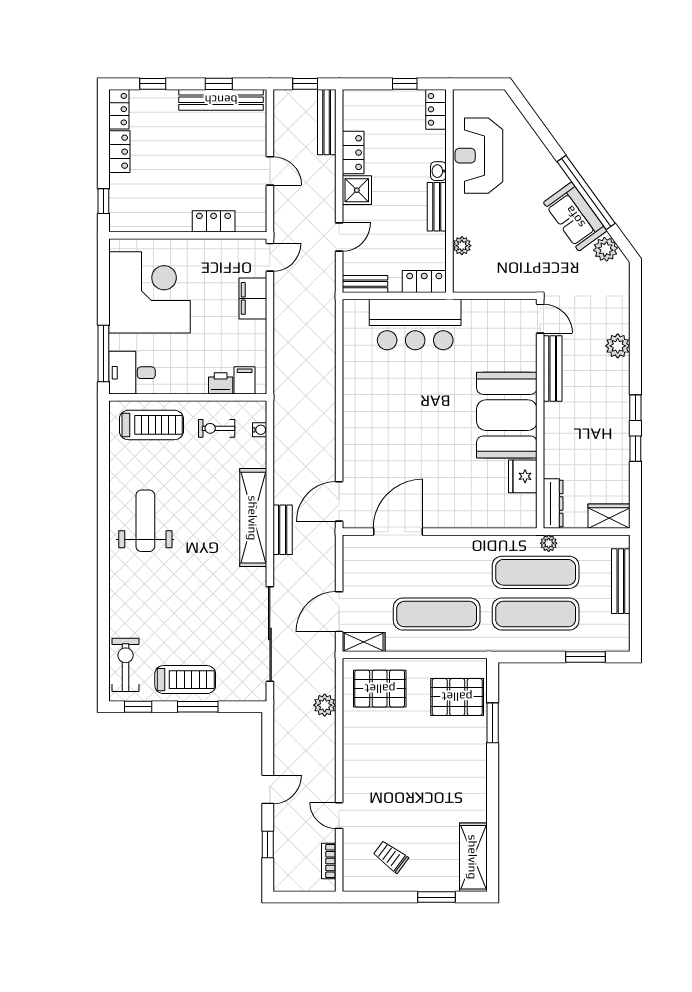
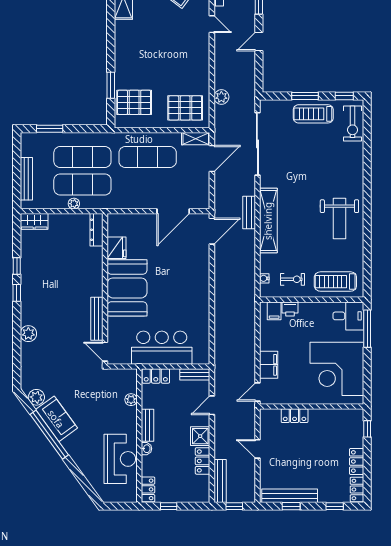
door: (540, 319) -> (105, 352), moved
bench: (553, 368) -> (97, 319), moved
wall: (540, 414) -> (105, 289), moved
booth: (507, 415) -> (127, 288), moved
fridge: (523, 476) -> (117, 248), moved
dresser: (553, 503) -> (97, 230), moved

